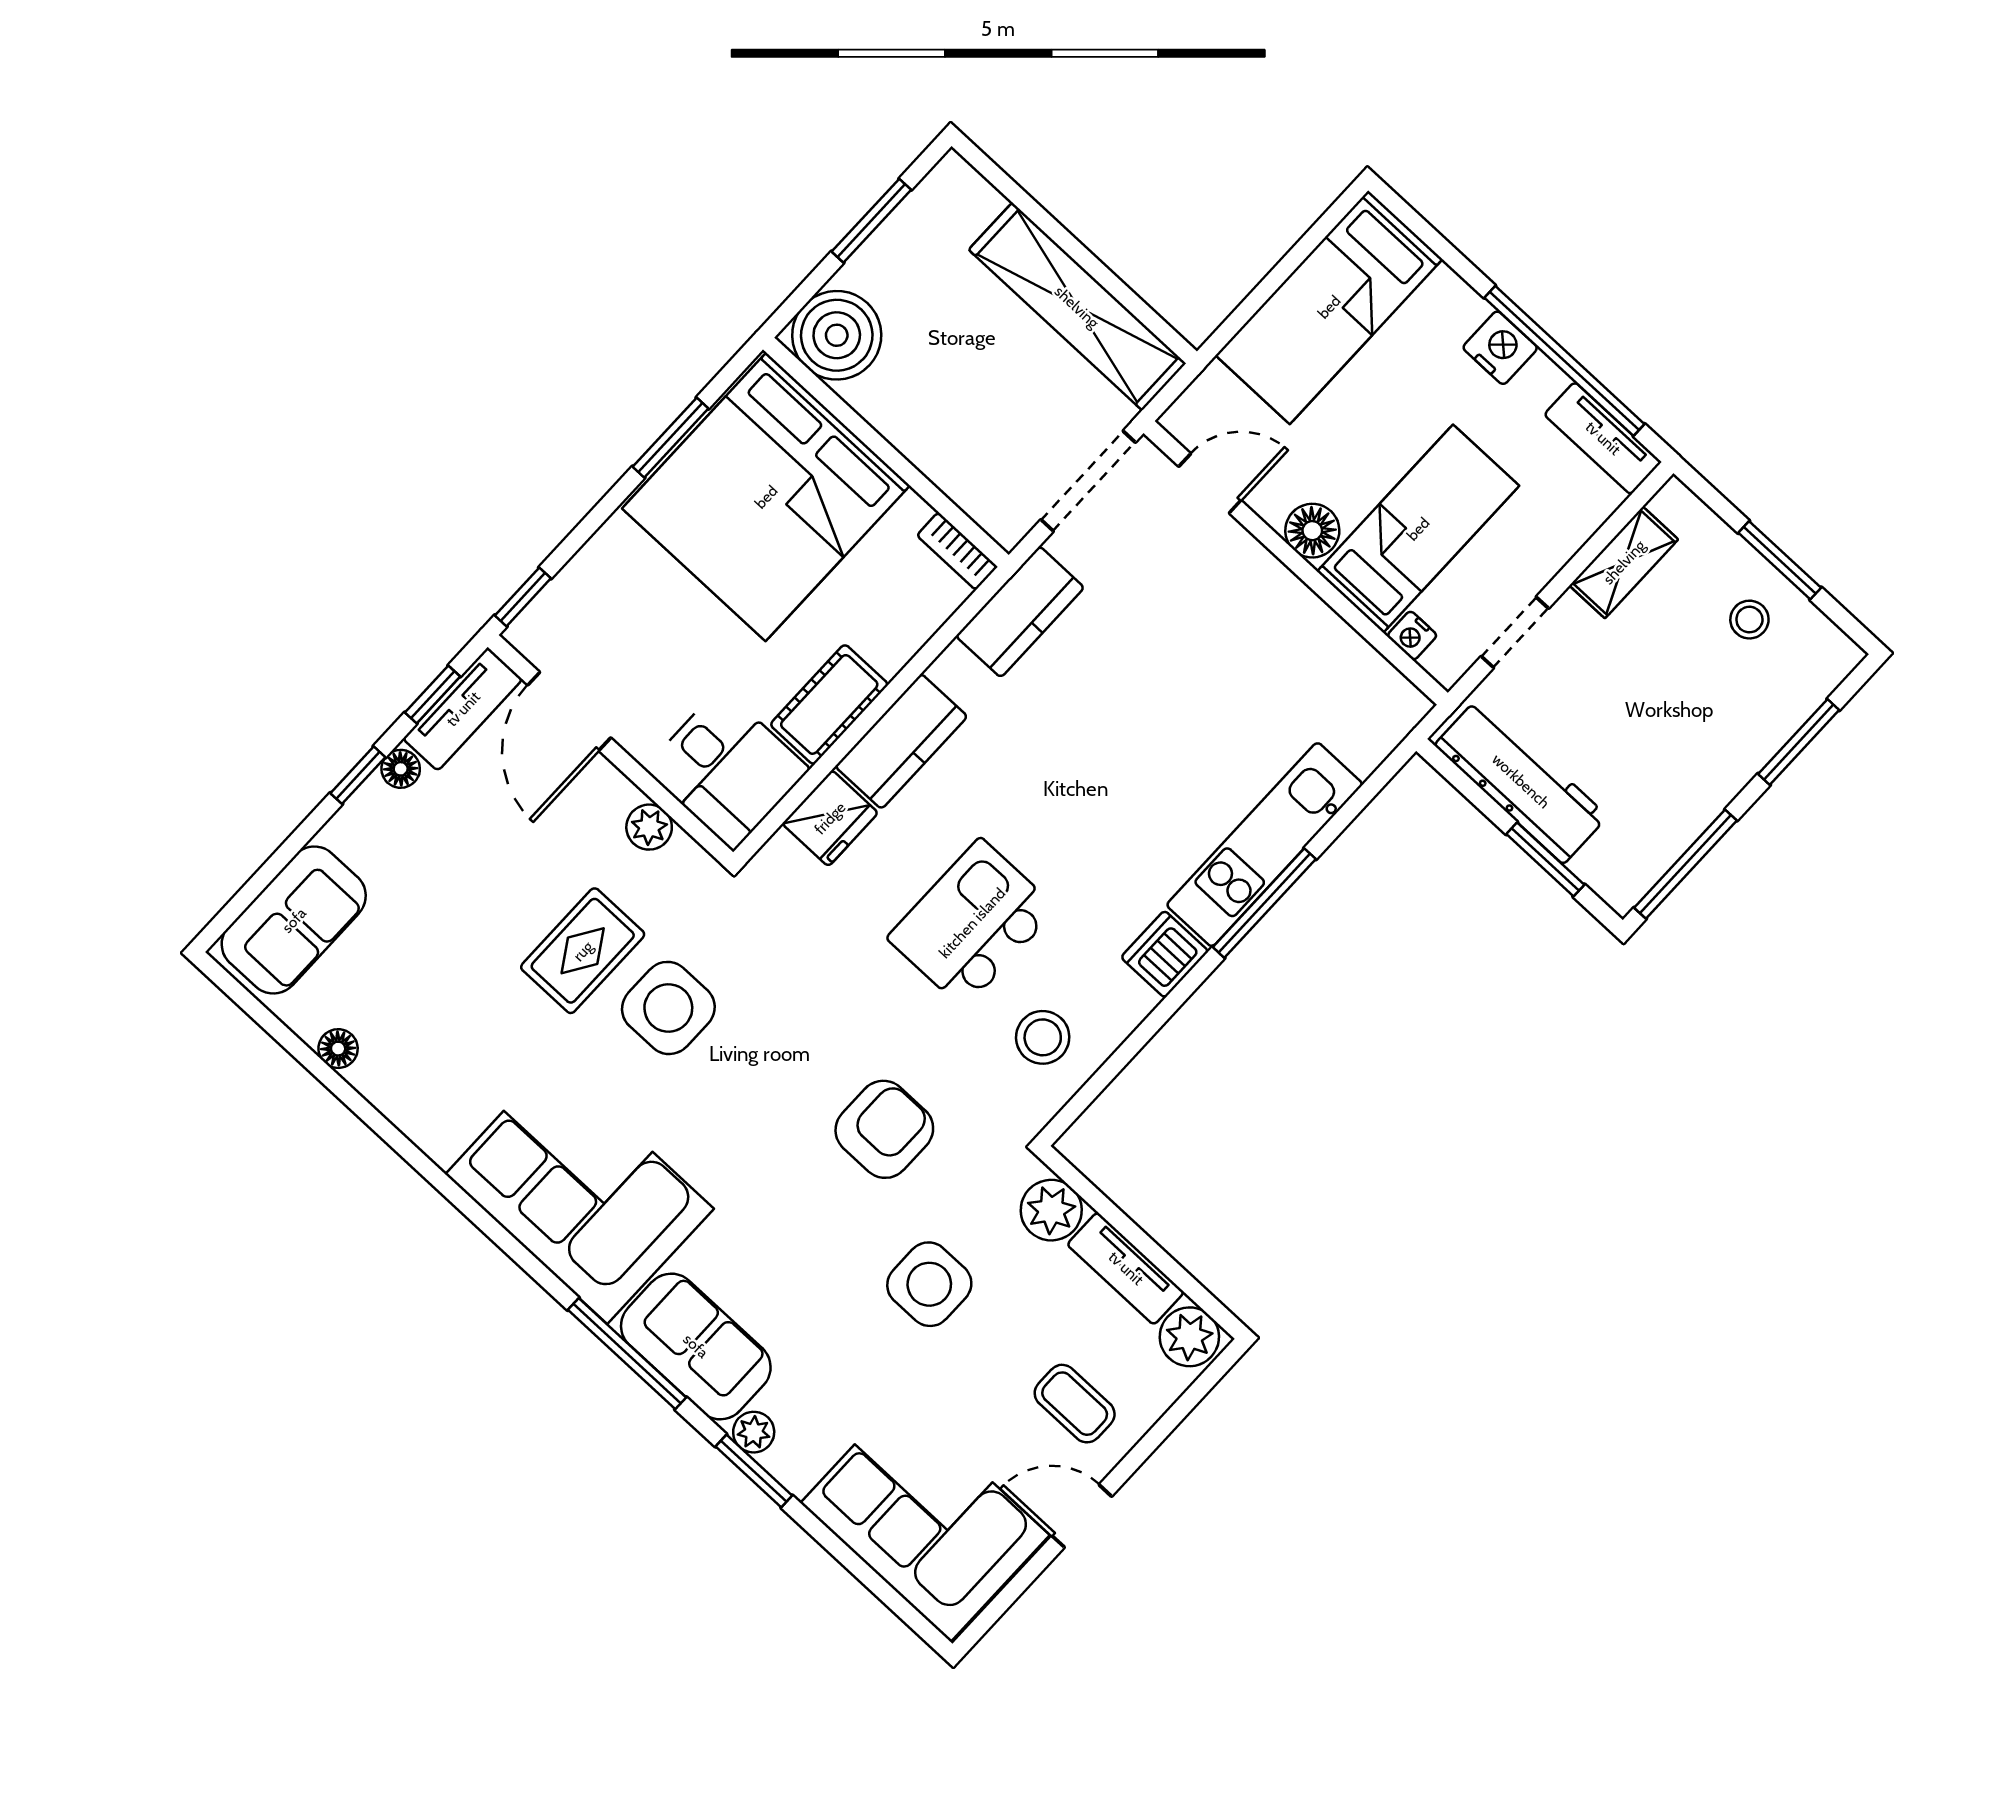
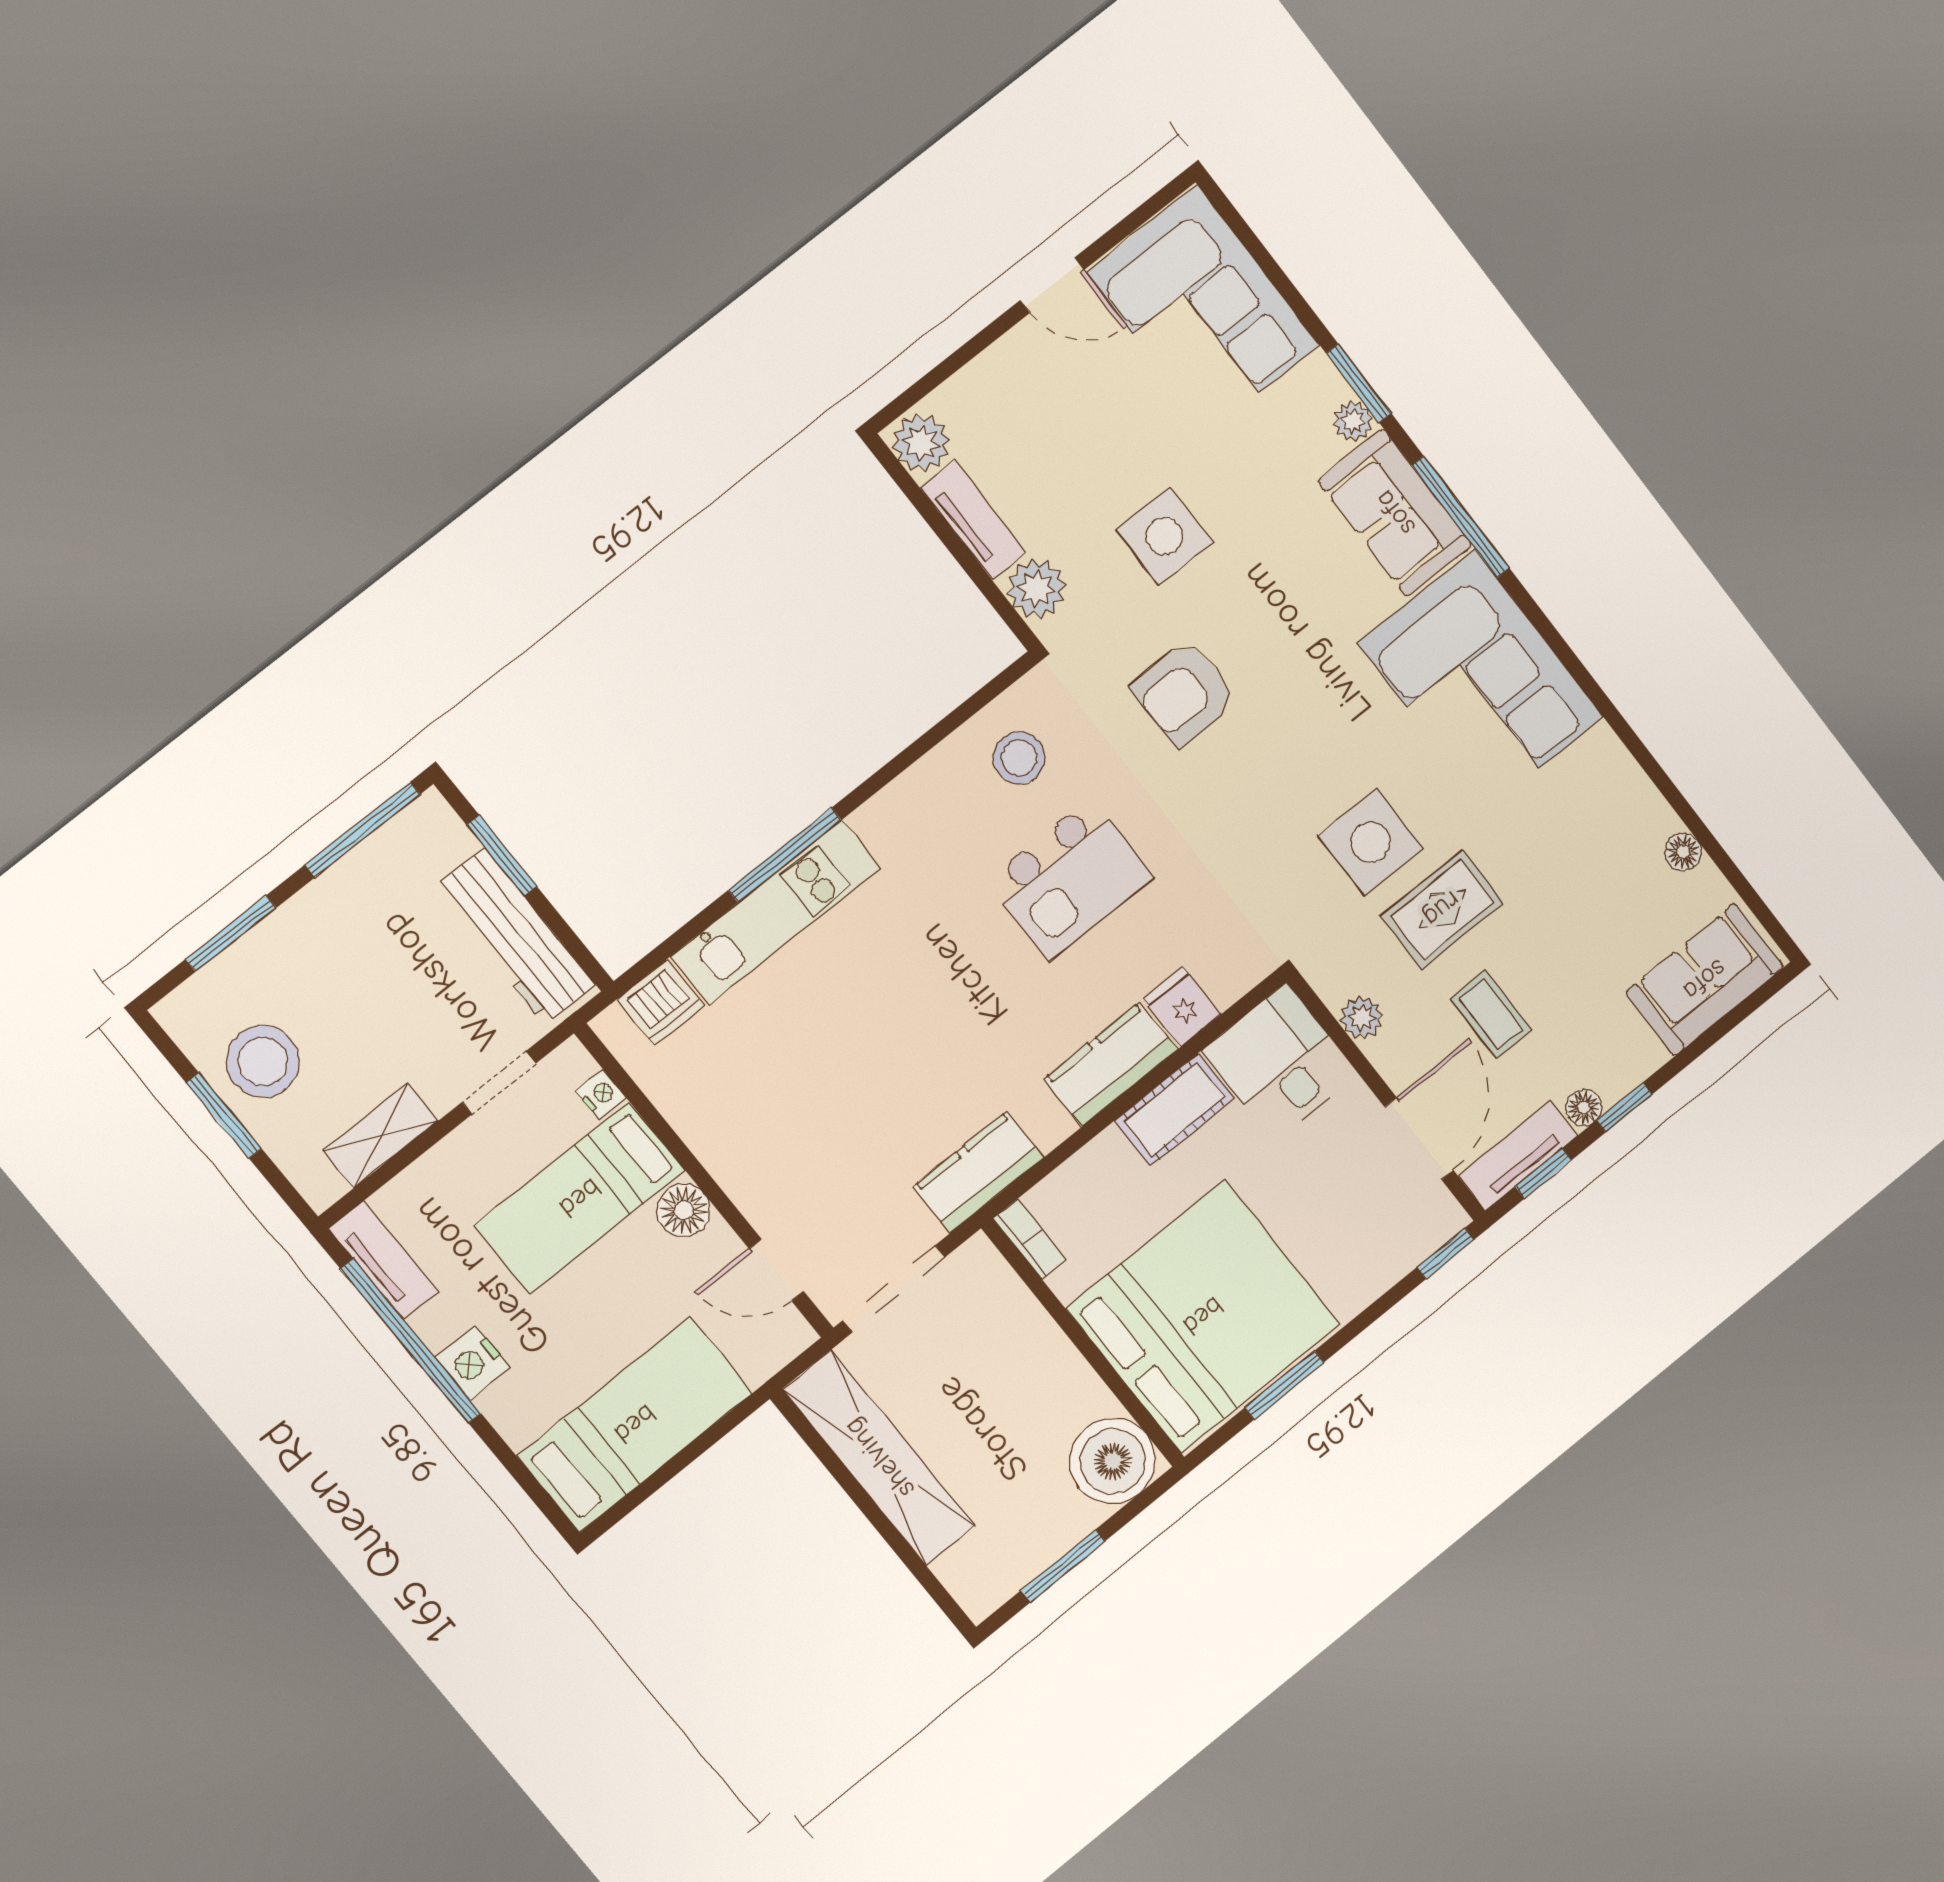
stool: (1749, 620) -> (263, 1062), width x1.89, depth x1.89
fridge: (830, 818) -> (1182, 1007), width x0.72
dishwasher: (1165, 954) -> (661, 1002), moved
coffee table: (1075, 1404) -> (1491, 1014), moved

